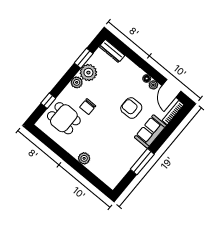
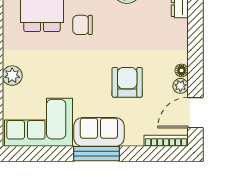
sofa: (150, 131) -> (99, 132), moved
window: (142, 162) -> (97, 154), moved
corner sofa: (116, 164) -> (39, 122), added

